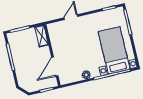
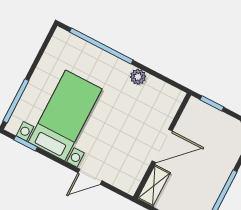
bed with nightstands: (114, 50) -> (65, 116), moved, turned 180
door: (55, 66) -> (162, 146), moved

